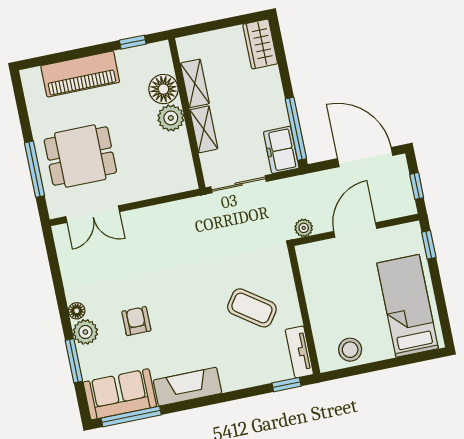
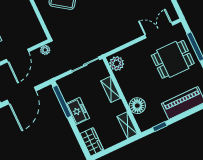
shelving: (195, 83) -> (127, 125), moved
plant: (171, 118) -> (117, 63), moved
freezer: (281, 150) -> (78, 111), moved
door: (365, 157) -> (22, 95), hinge flipped

